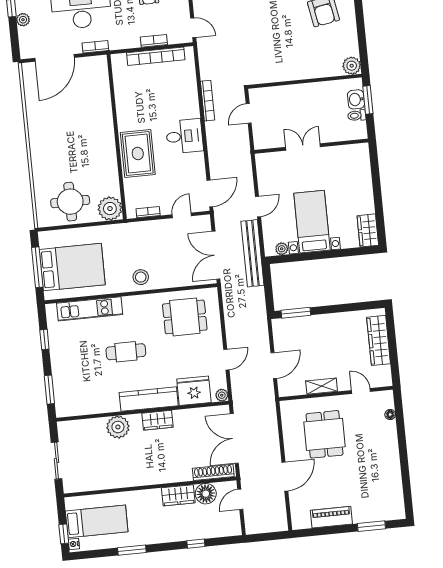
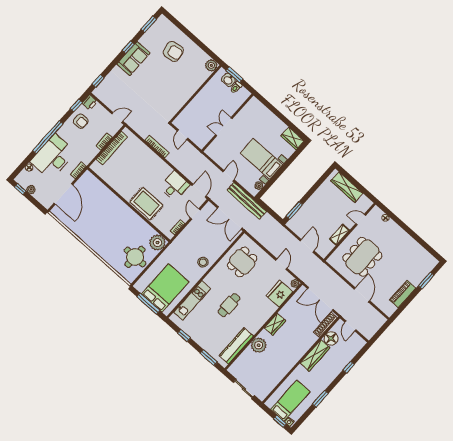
desk: (184, 136) -> (175, 186), moved
kitchen counter: (149, 399) -> (236, 346), moved
dining table: (325, 434) -> (362, 257), width x1.38
wardrobe: (178, 495) -> (315, 355), width x1.50

